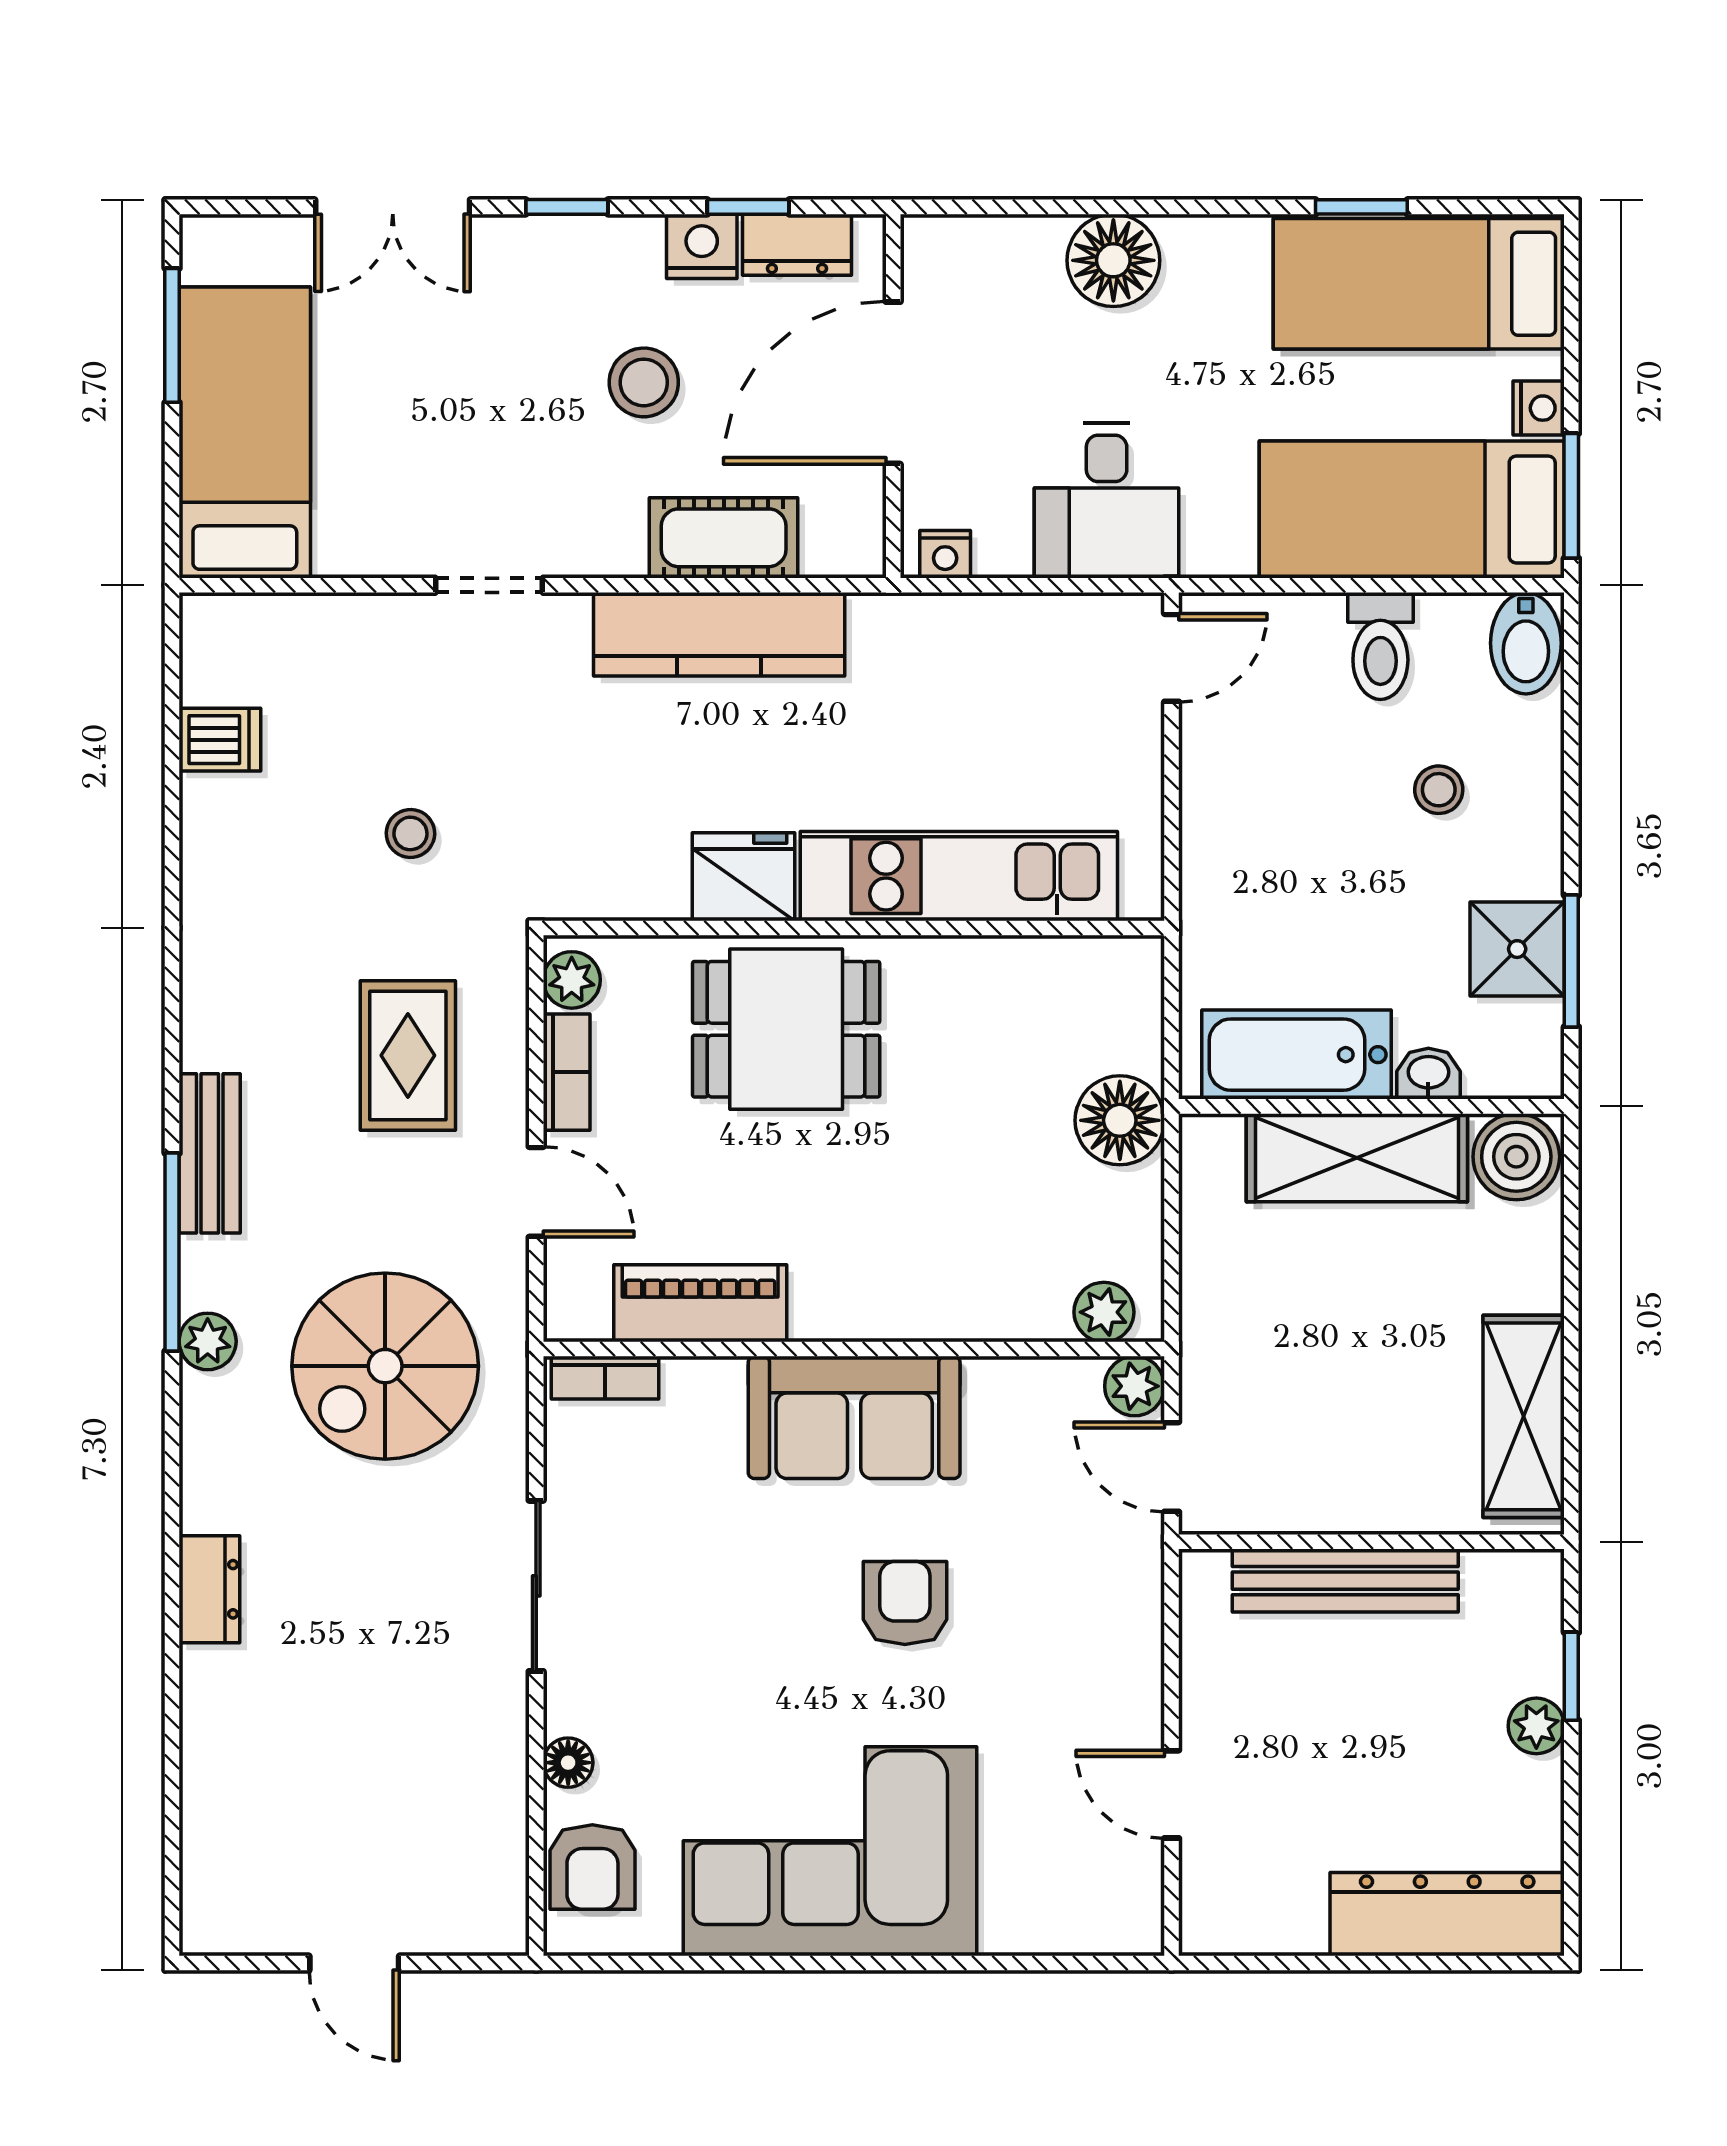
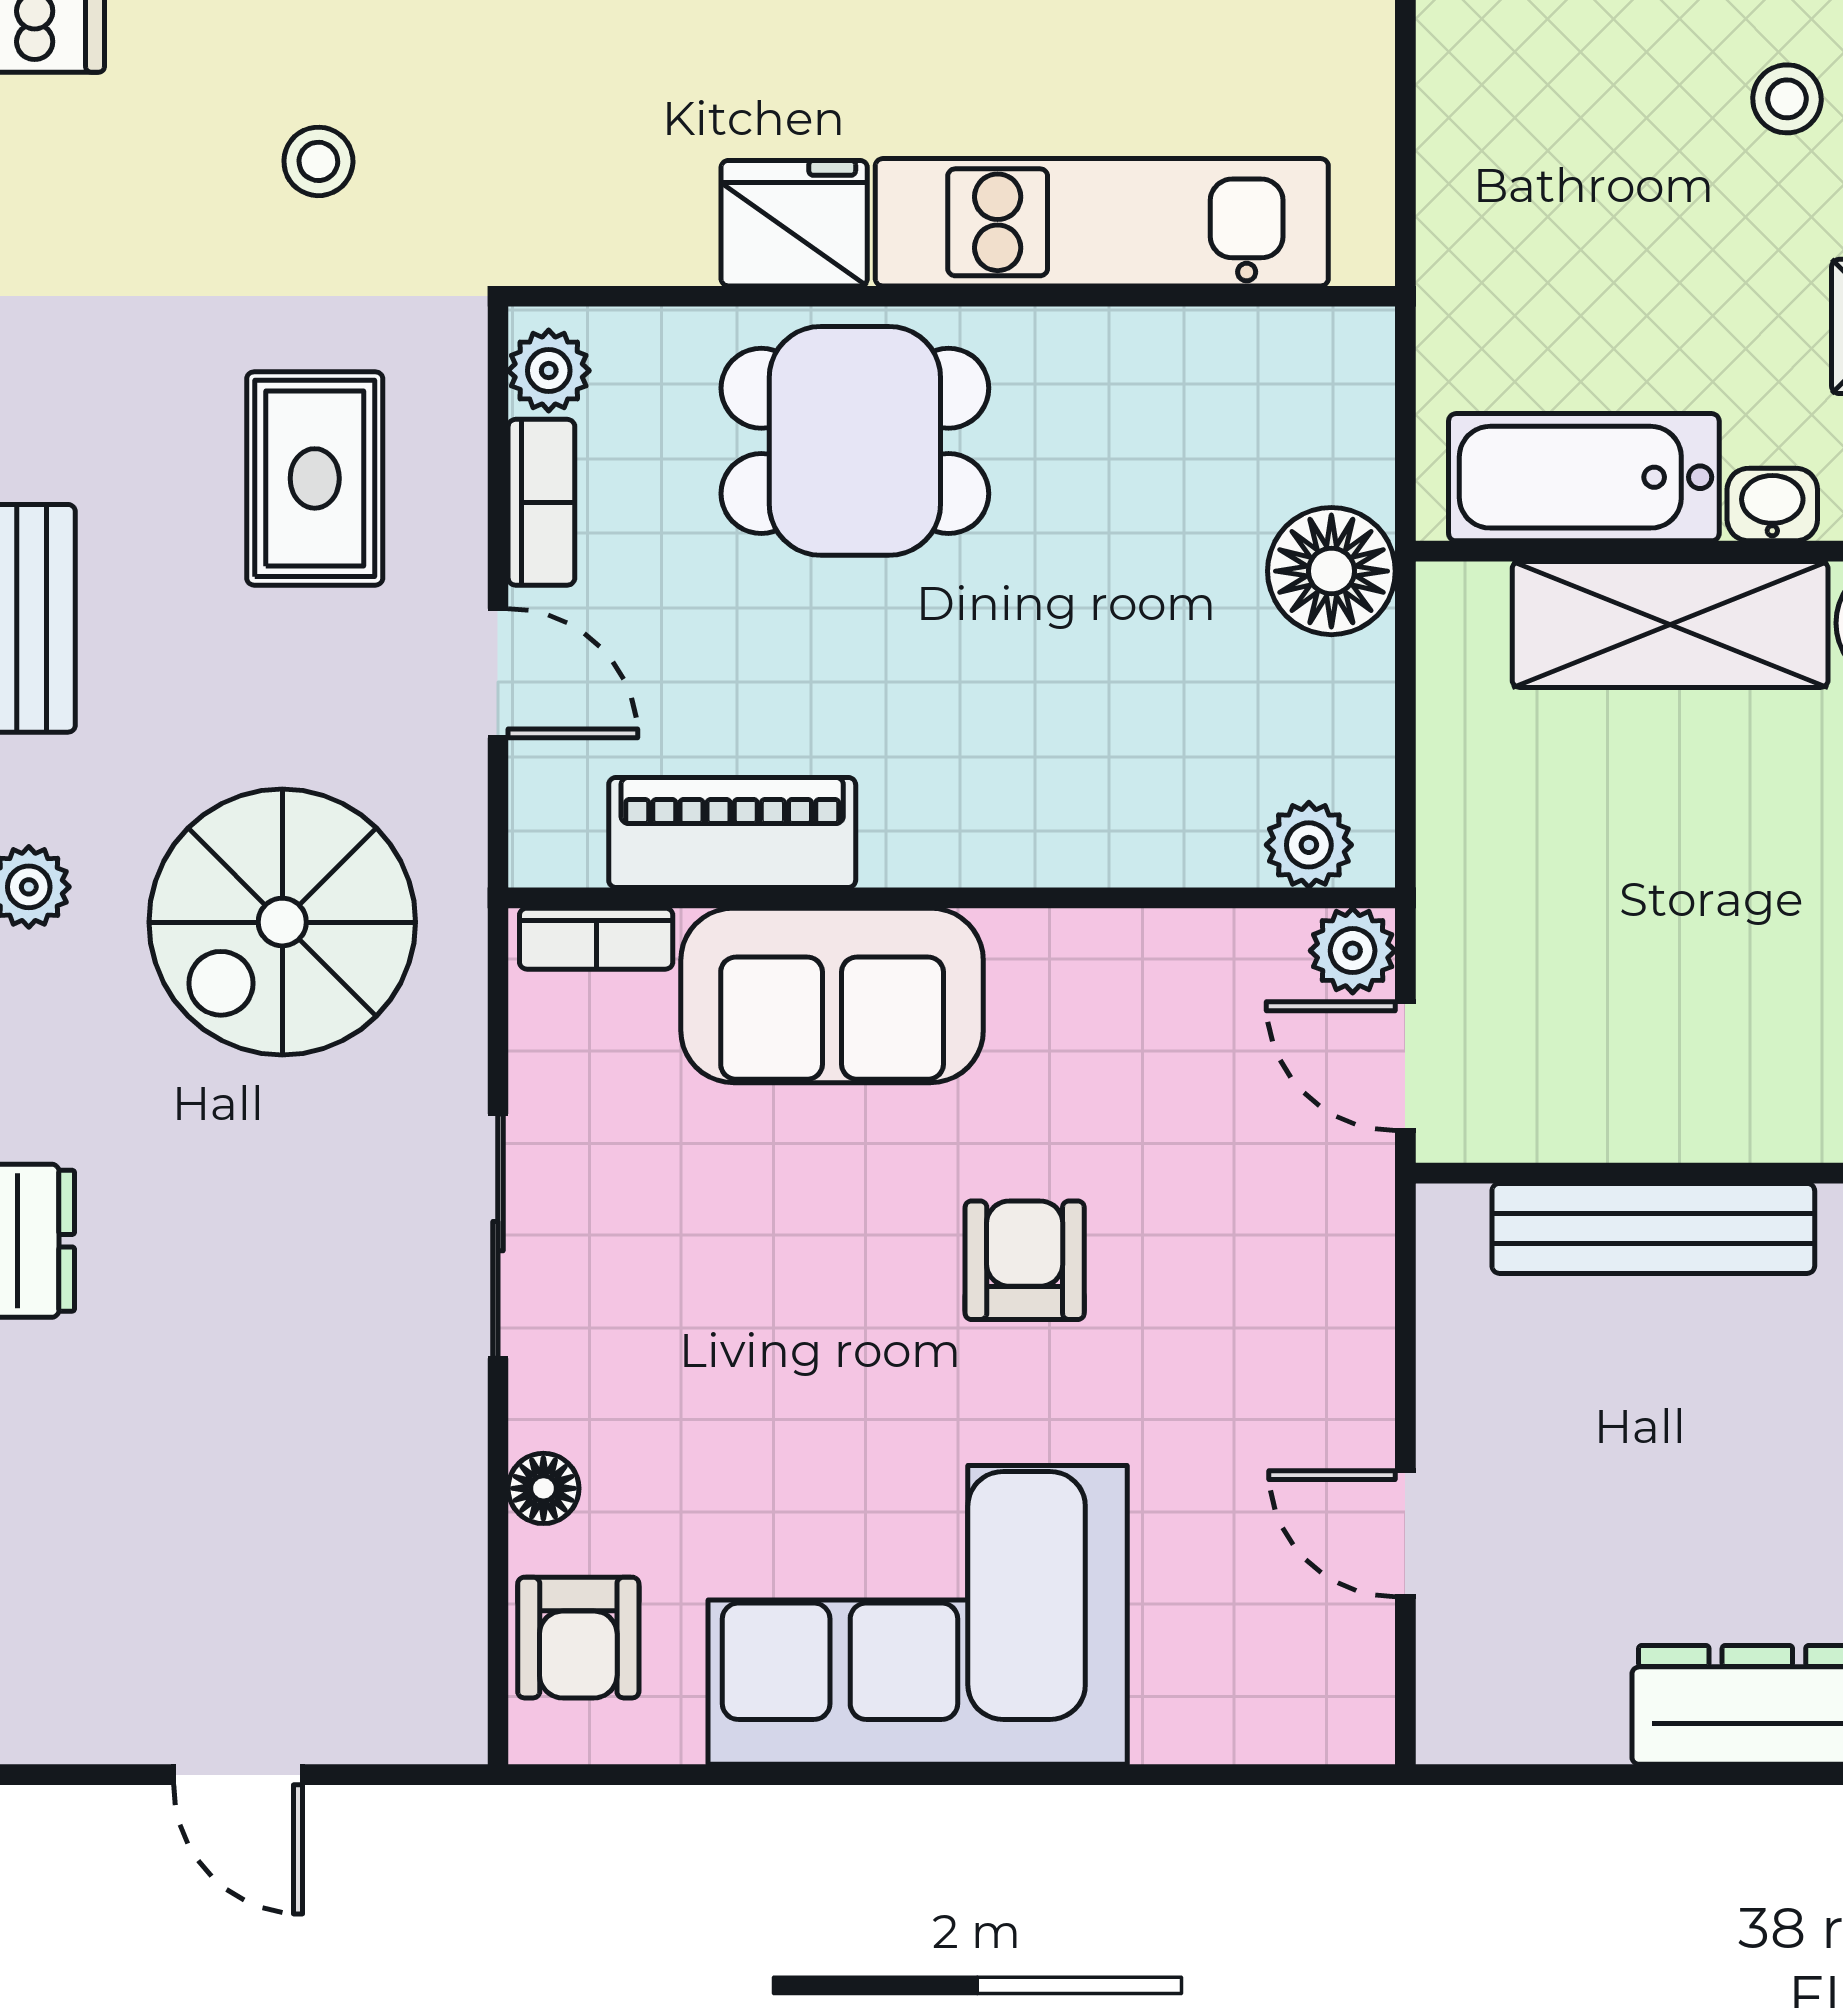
sofa: (854, 1417) -> (832, 995), moved

